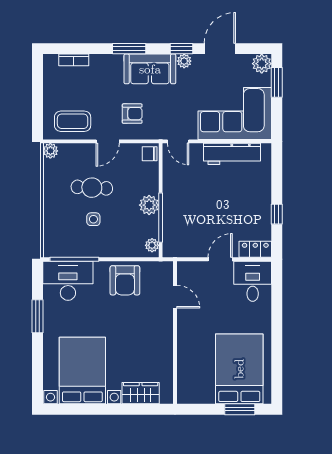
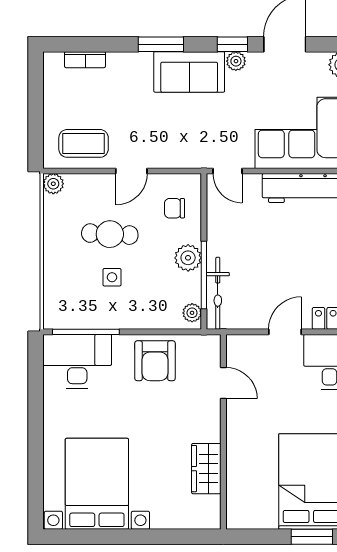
armchair: (132, 114) -> (165, 133), removed
chair: (150, 154) -> (174, 208), moved
bicycle: (171, 231) -> (218, 293), added
window: (38, 316) -> (36, 410), removed
wardrobe: (141, 393) -> (206, 469), moved, turned -90

